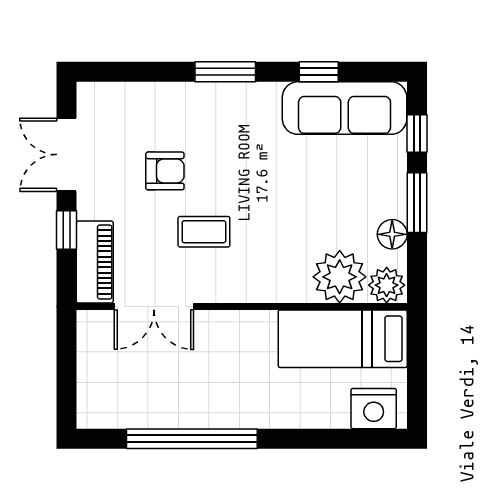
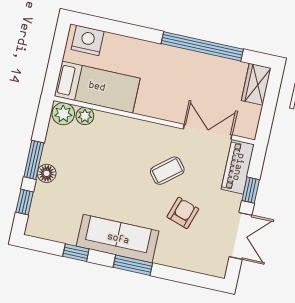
sofa: (345, 108) -> (118, 239), moved
armchair: (165, 171) -> (183, 213), turned 108
coffee table: (204, 232) -> (167, 171), turned -39
floor lamp: (392, 234) -> (47, 173), moved
plant: (340, 277) -> (85, 116), width x0.53, depth x0.53
wardrobe: (94, 398) -> (256, 84), added

